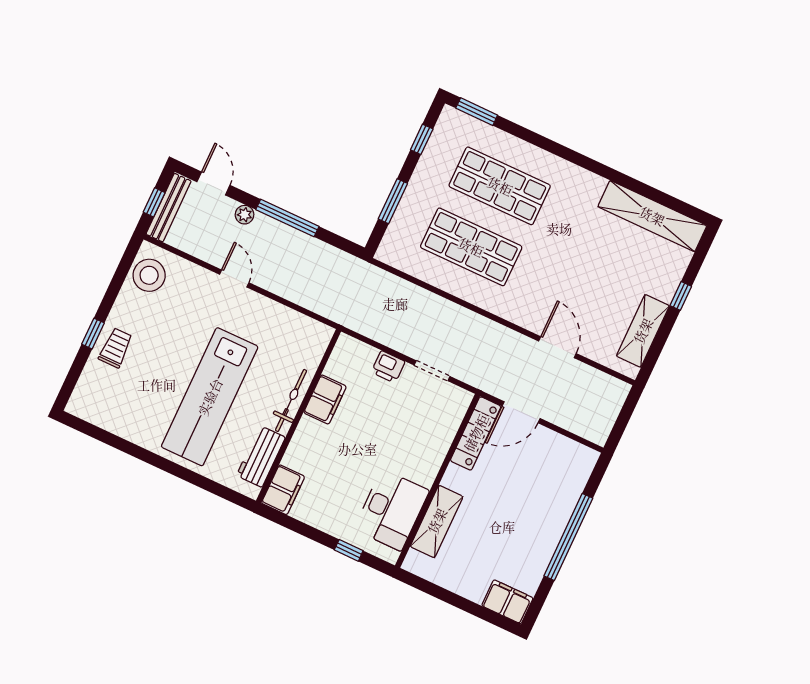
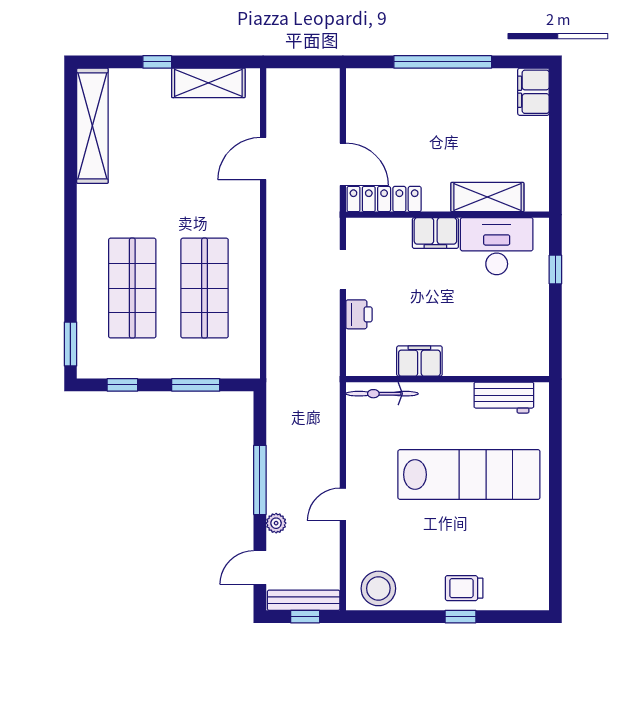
bicycle: (291, 400) -> (382, 394), moved
filing cabinet: (283, 490) -> (435, 233), moved, turned 180

